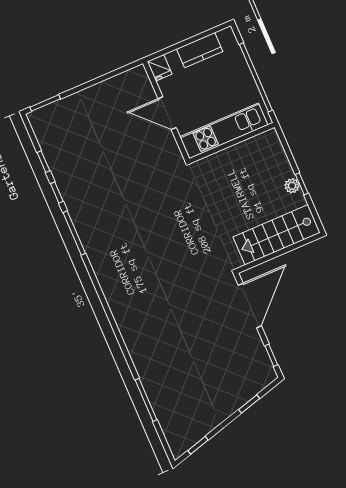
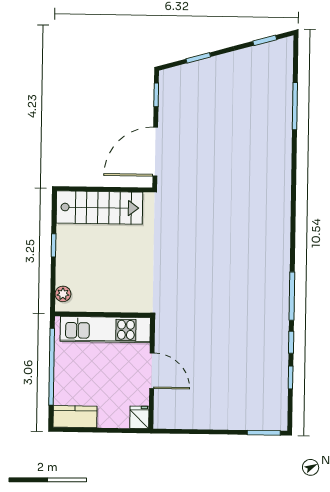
kitchen counter: (200, 50) -> (75, 417), moved
plant: (292, 186) -> (63, 294), moved

